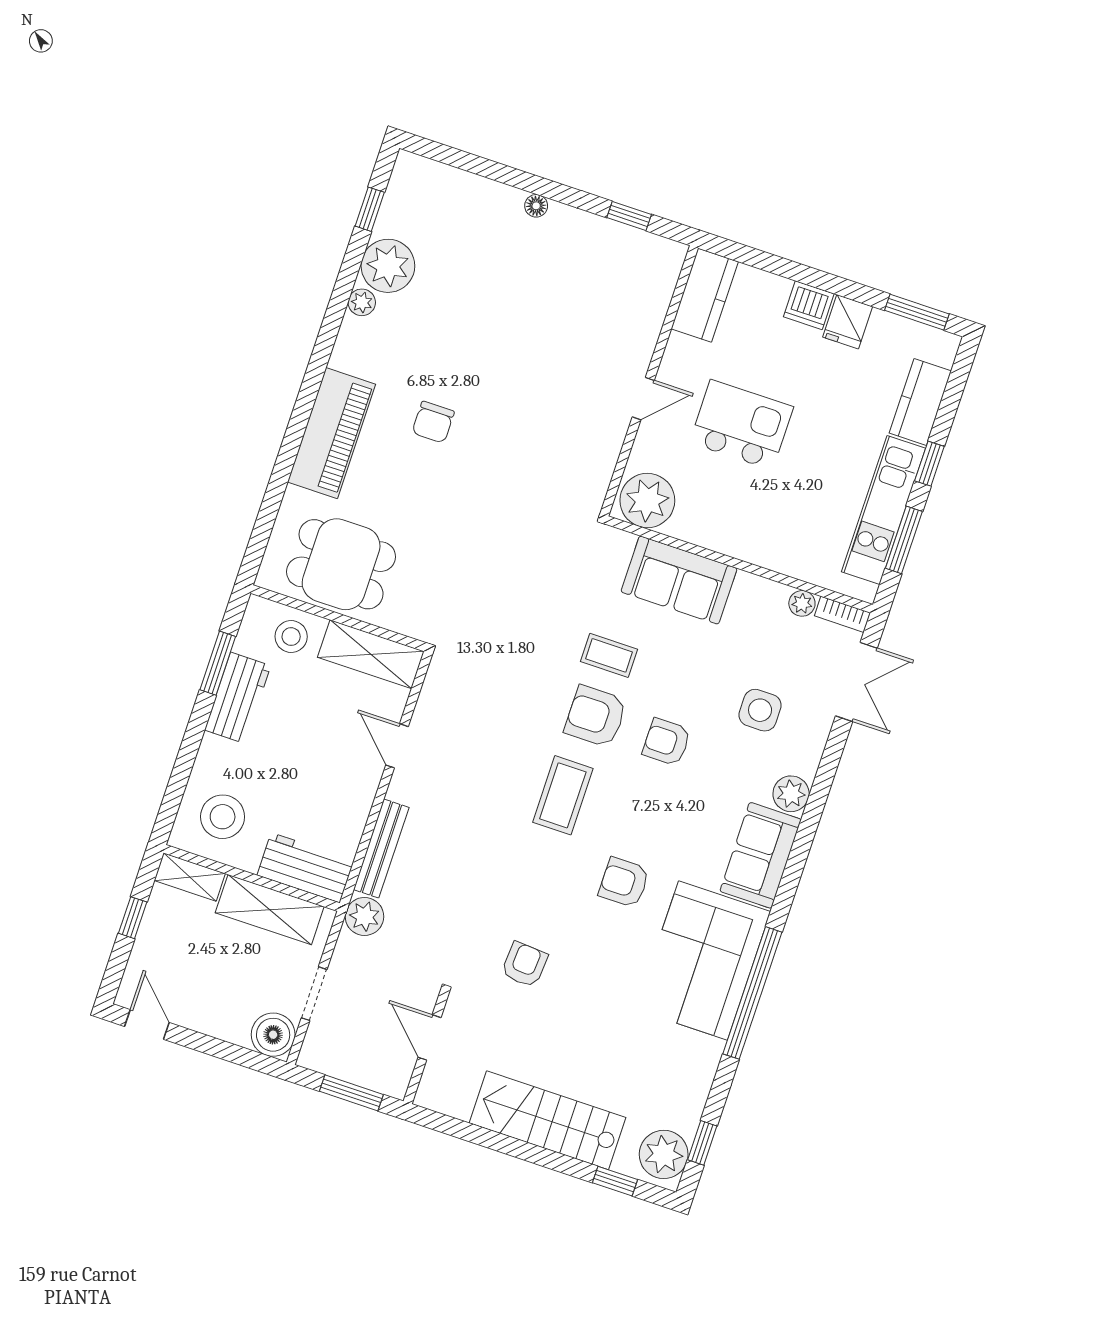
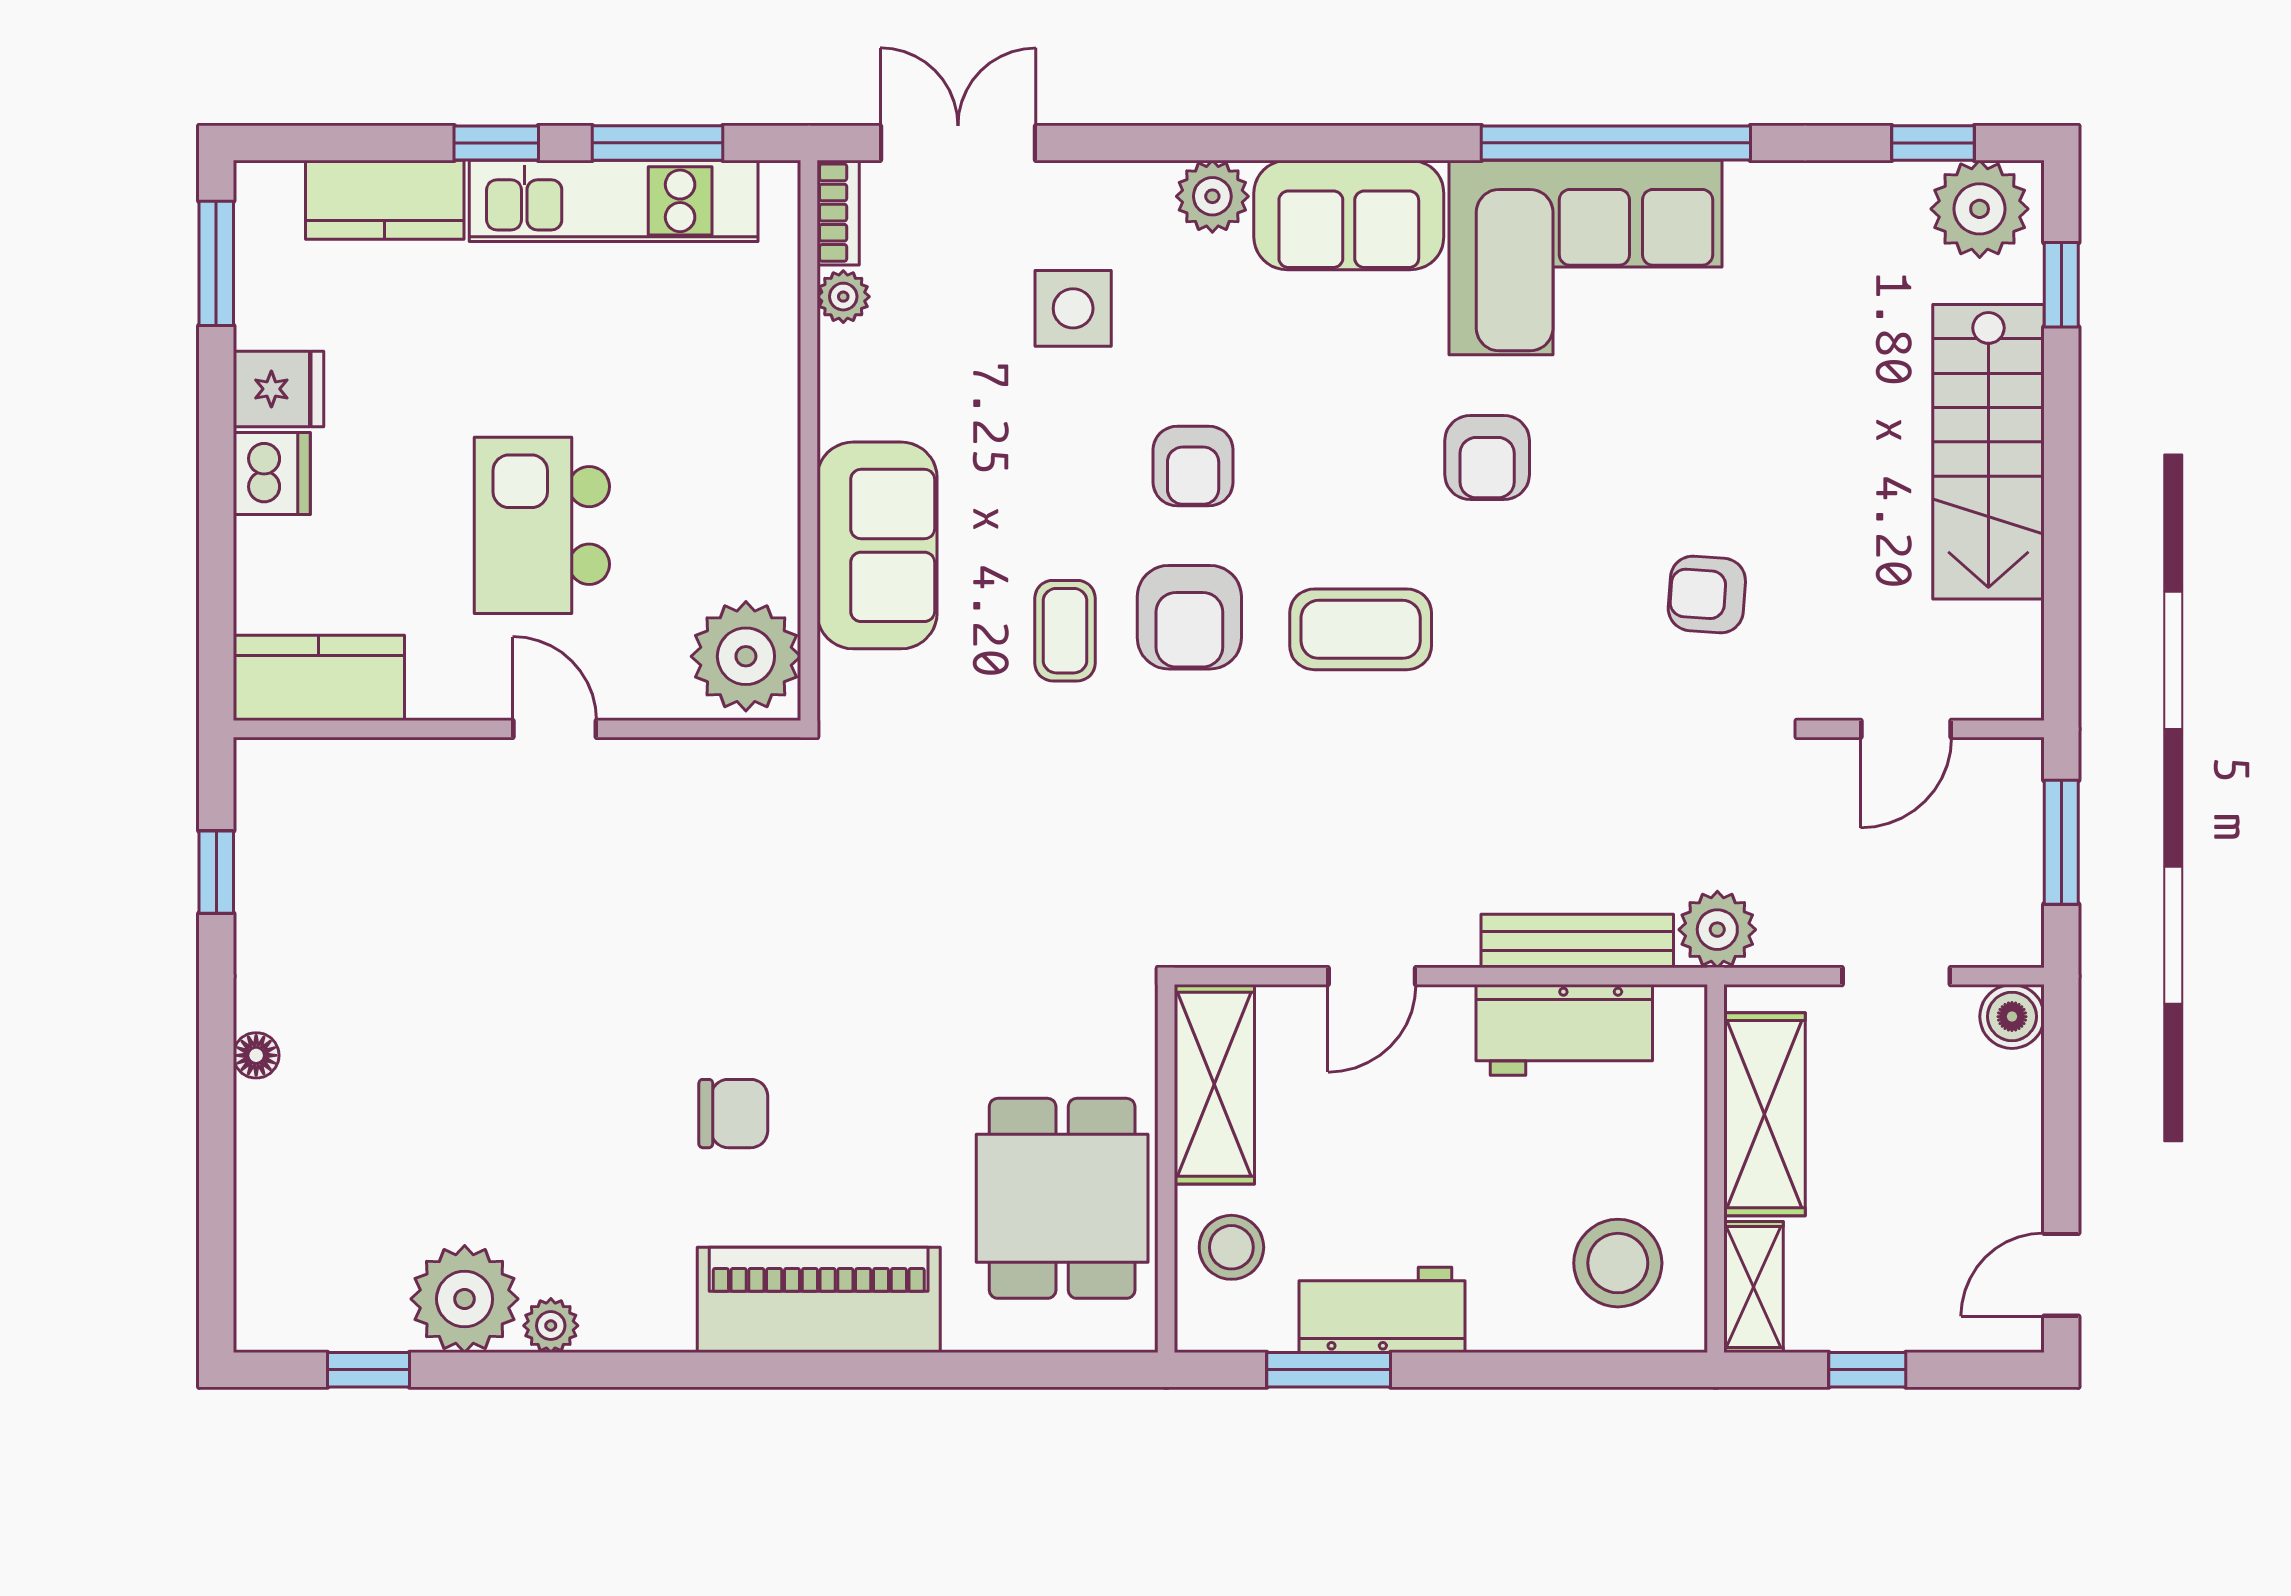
workbench: (306, 868) -> (1564, 1030), moved, turned -90
boiler: (273, 1035) -> (2012, 1017), width x0.73, depth x0.73

